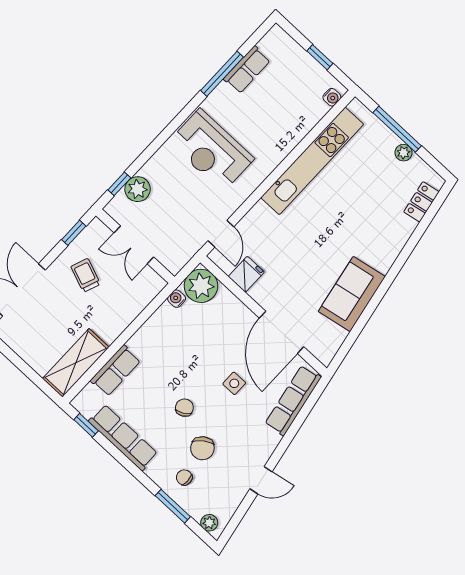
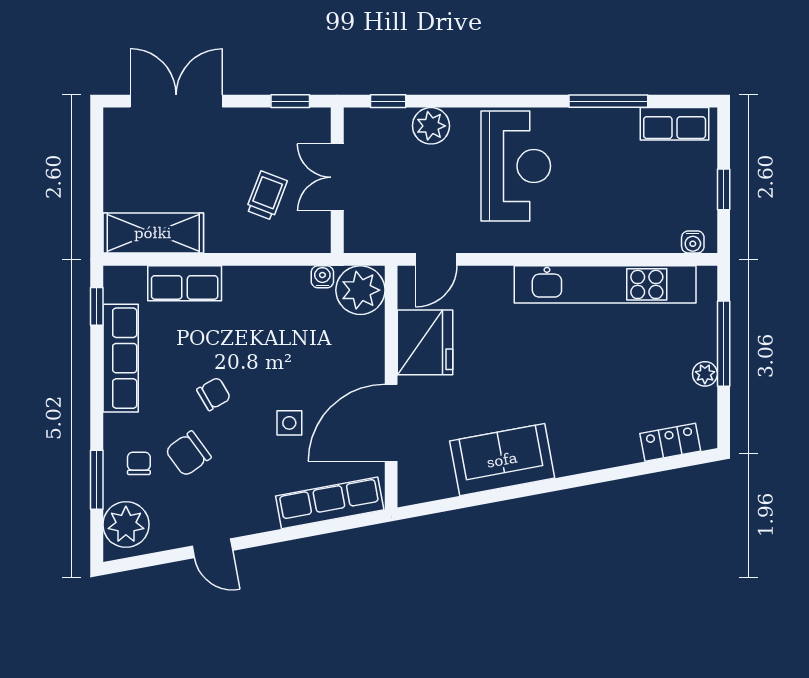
row of seats: (247, 70) -> (675, 124), moved
reception desk: (211, 150) -> (516, 166), turned 180
plant: (138, 189) -> (431, 126), moved
fridge: (246, 274) -> (425, 342), width x1.88, depth x1.34
trolley: (86, 275) -> (267, 195), moved
plant: (209, 523) -> (126, 525), width x1.88, depth x1.88

